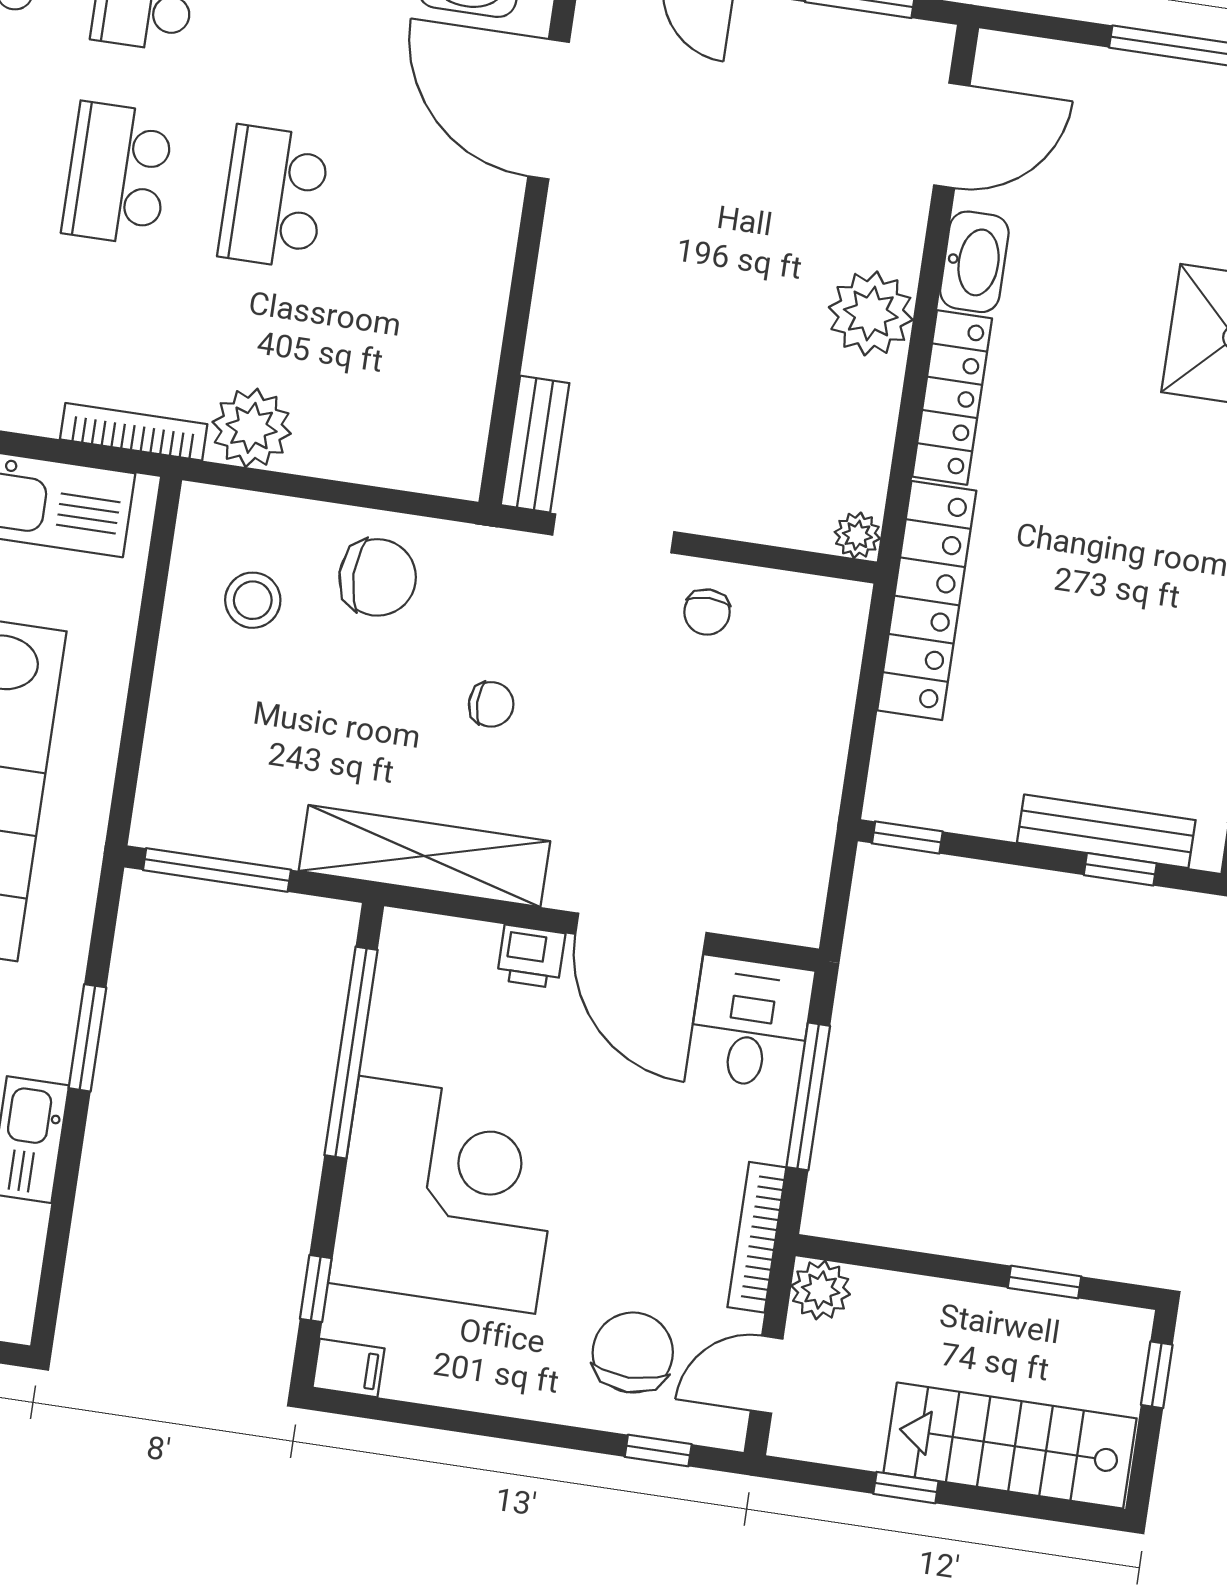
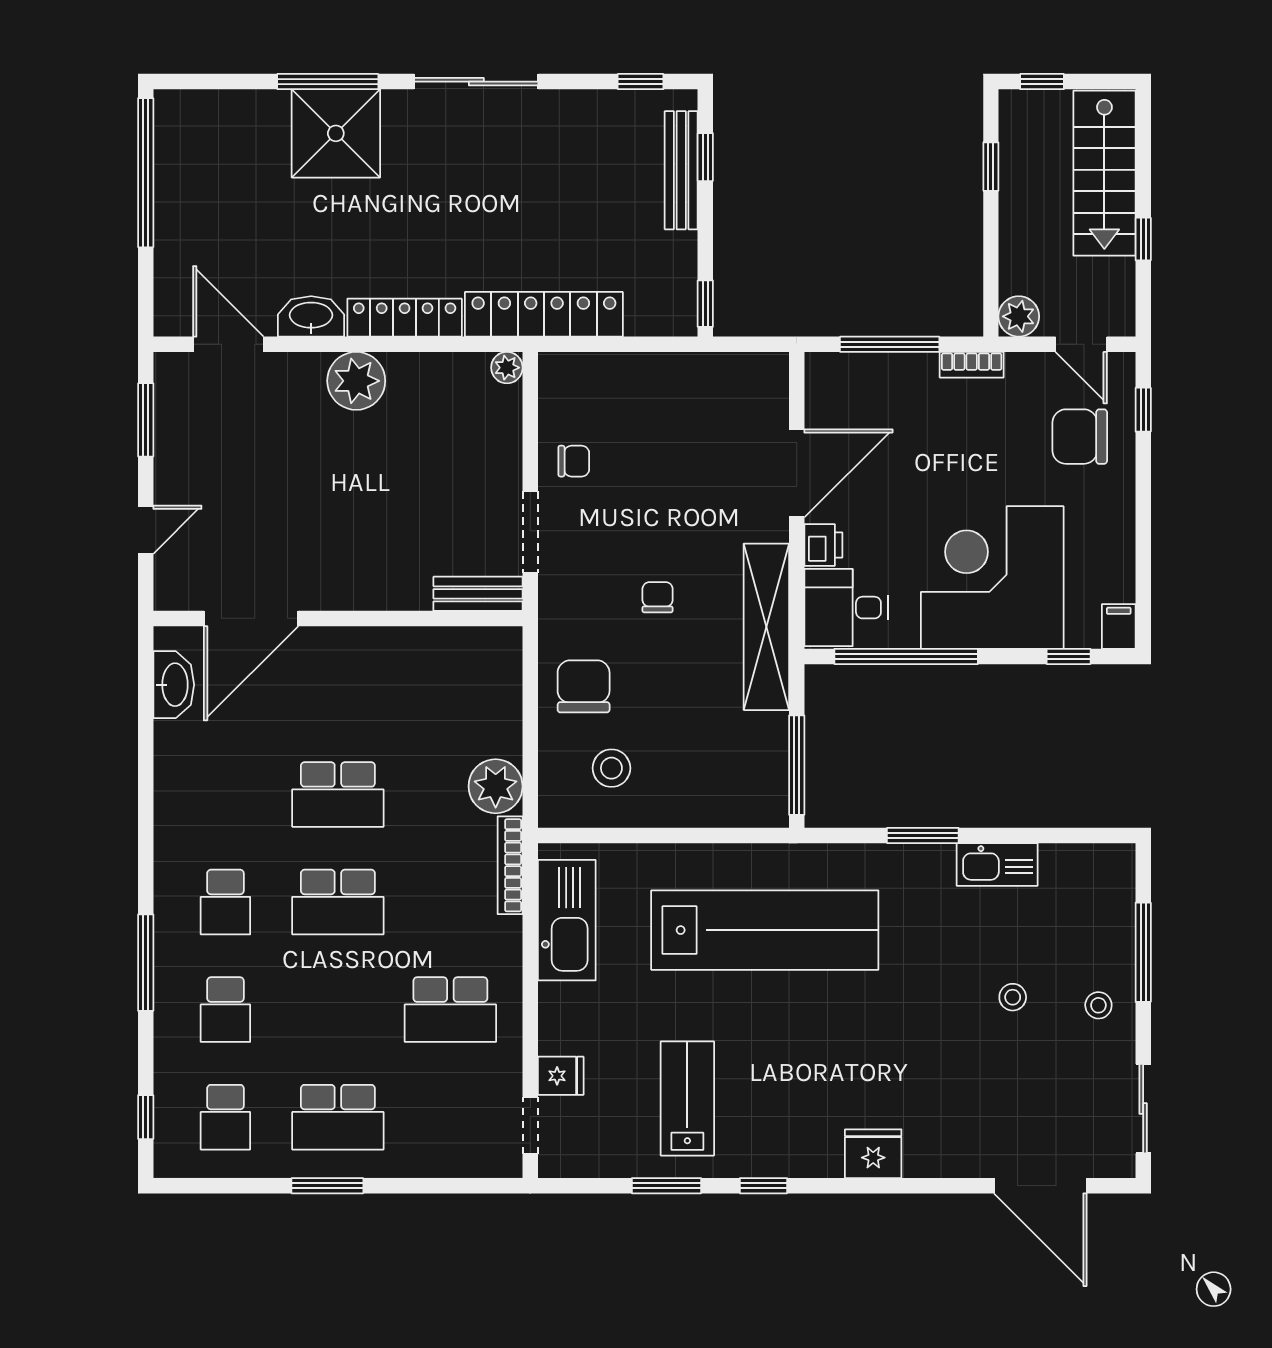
desk: (750, 1023) -> (846, 608), moved
bookcase: (757, 1237) -> (972, 365), width x0.64

